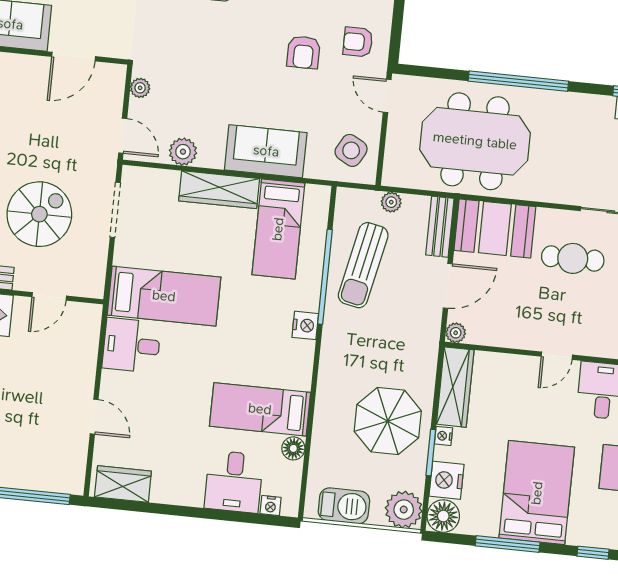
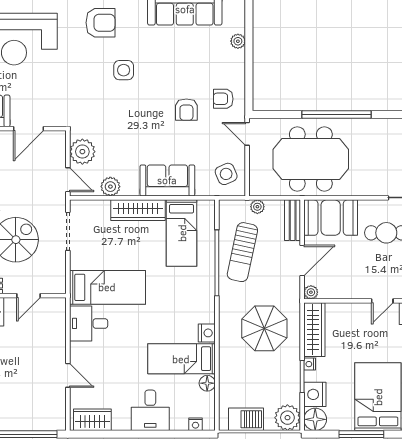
plant: (140, 88) -> (82, 152), width x1.88, depth x1.88
side table: (351, 150) -> (226, 174), turned 37
nightstand: (305, 325) -> (207, 333), moved
parasol: (388, 421) -> (264, 328), moved
desk: (234, 482) -> (150, 410), moved

